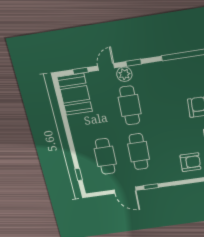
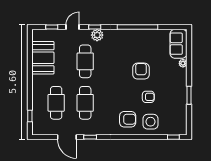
plant: (124, 74) -> (97, 35), moved
booth: (75, 94) -> (43, 58), moved

